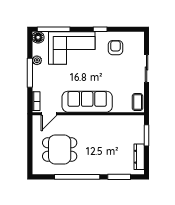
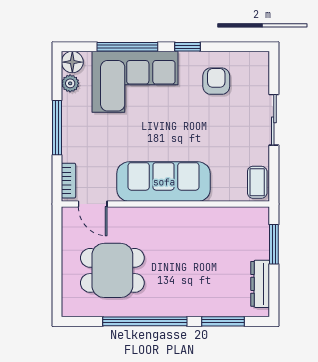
window: (54, 29) -> (127, 47), moved
plant: (37, 60) -> (70, 83), moved
door: (49, 114) -> (93, 204), hinge flipped

